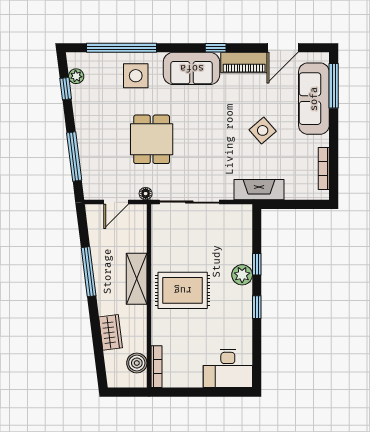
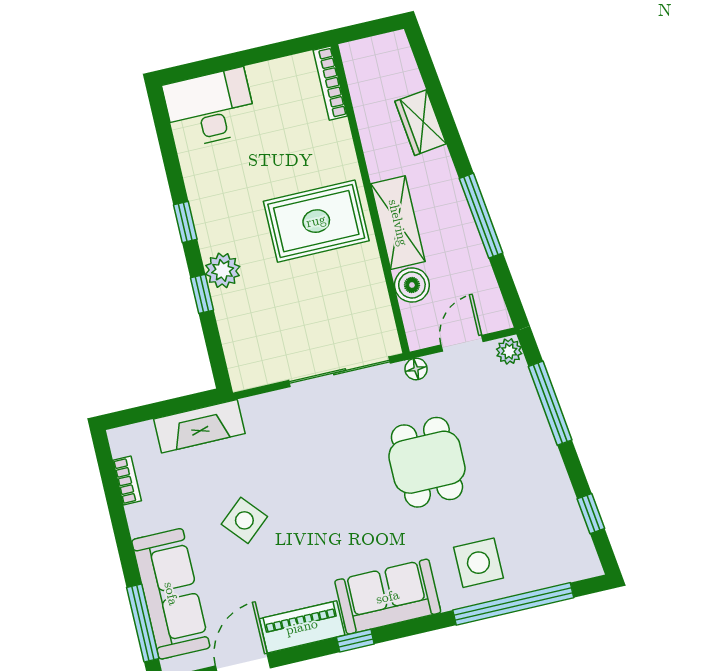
plant: (76, 76) -> (509, 351), moved
bookcase: (324, 168) -> (127, 480), width x0.64
fireplace: (259, 190) -> (199, 426), moved
boiler: (137, 363) -> (412, 285), moved

